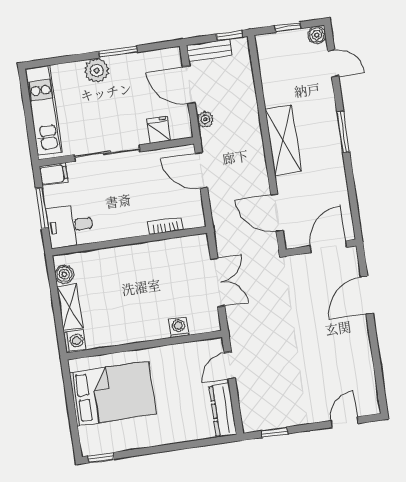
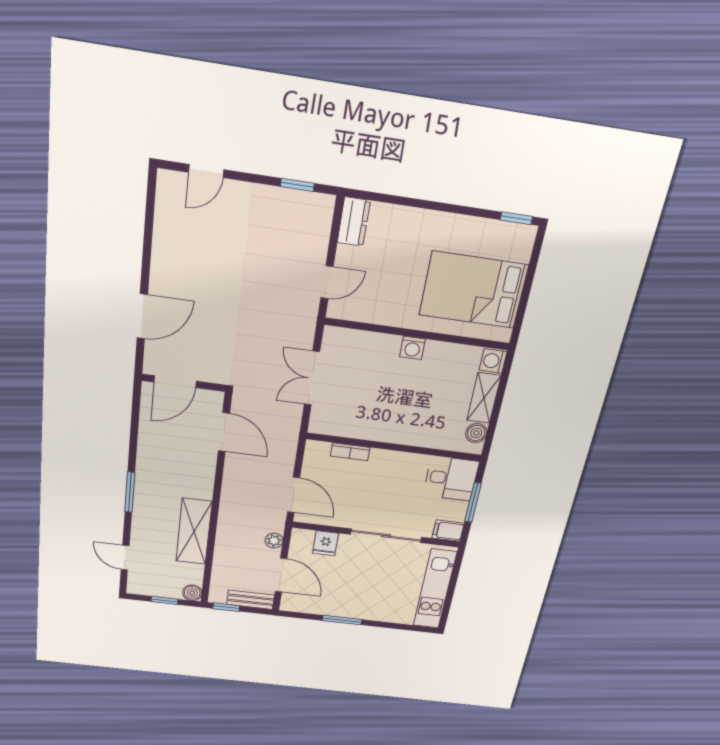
boiler: (317, 35) -> (192, 593), moved
plant: (97, 70) -> (369, 610), removed
shelving: (283, 140) -> (194, 531), moved
washing machine: (179, 327) -> (412, 348), moved
dresser: (223, 410) -> (354, 222), width x0.70

